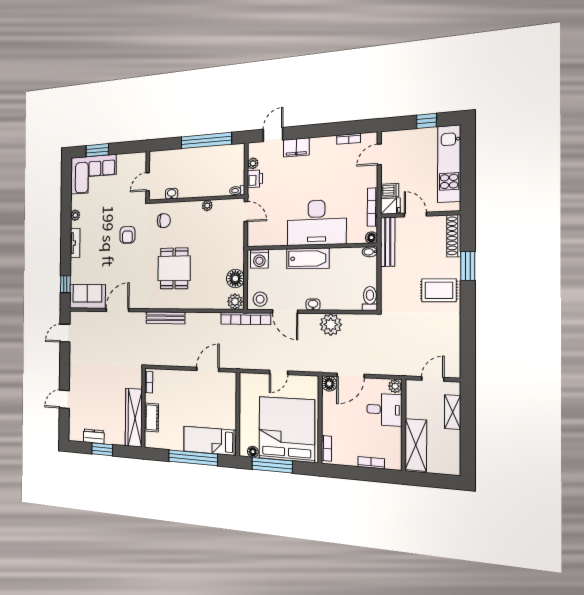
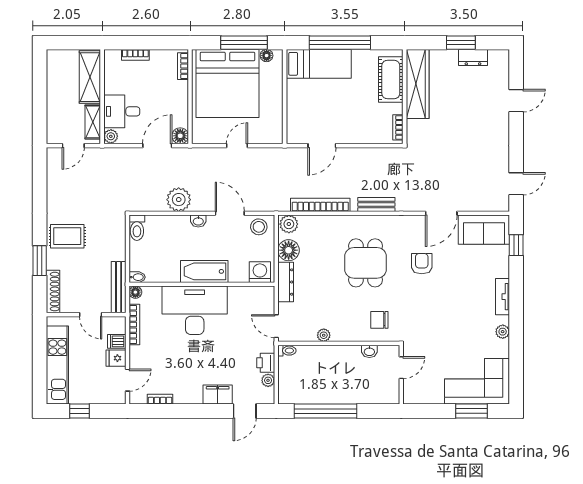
fridge: (390, 206) -> (116, 358), moved
armchair: (127, 235) -> (422, 264), moved
dresser: (238, 251) -> (286, 282), added
bench: (165, 318) -> (376, 204), width x0.73
bookcase: (245, 319) -> (320, 205), moved
shelving: (453, 412) -> (93, 122), moved
cot: (151, 417) -> (391, 80), width x1.37, depth x1.34

